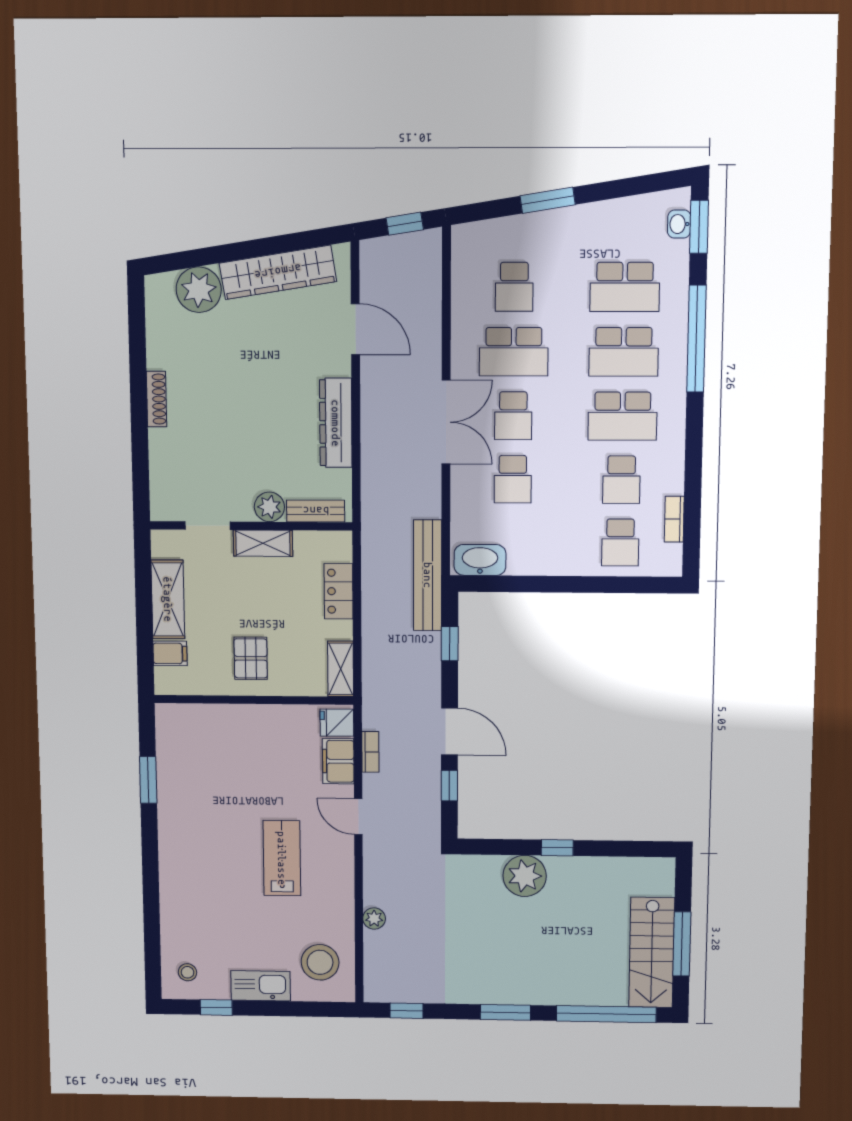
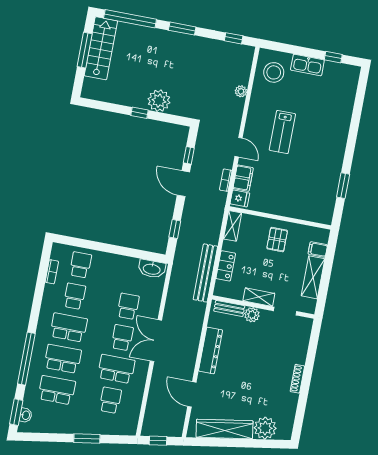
bench: (428, 575) -> (205, 273), moved
stool: (188, 972) -> (344, 79), removed

